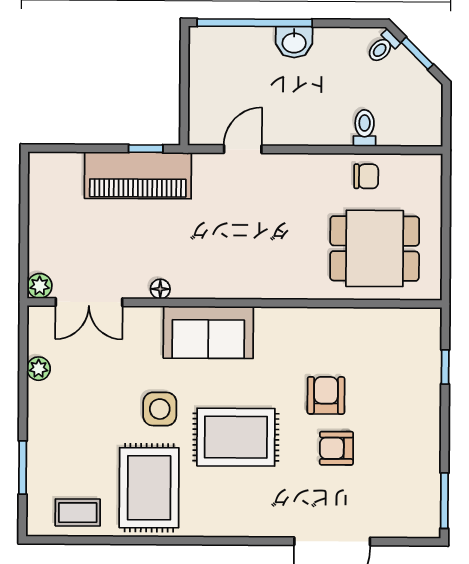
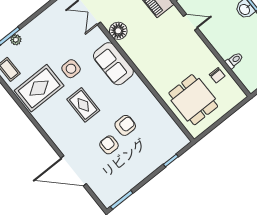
floor lamp: (160, 289) -> (118, 31), width x1.89, depth x1.89
plant: (39, 369) -> (16, 40), moved
rug: (236, 437) -> (83, 105), width x0.73, depth x0.70

